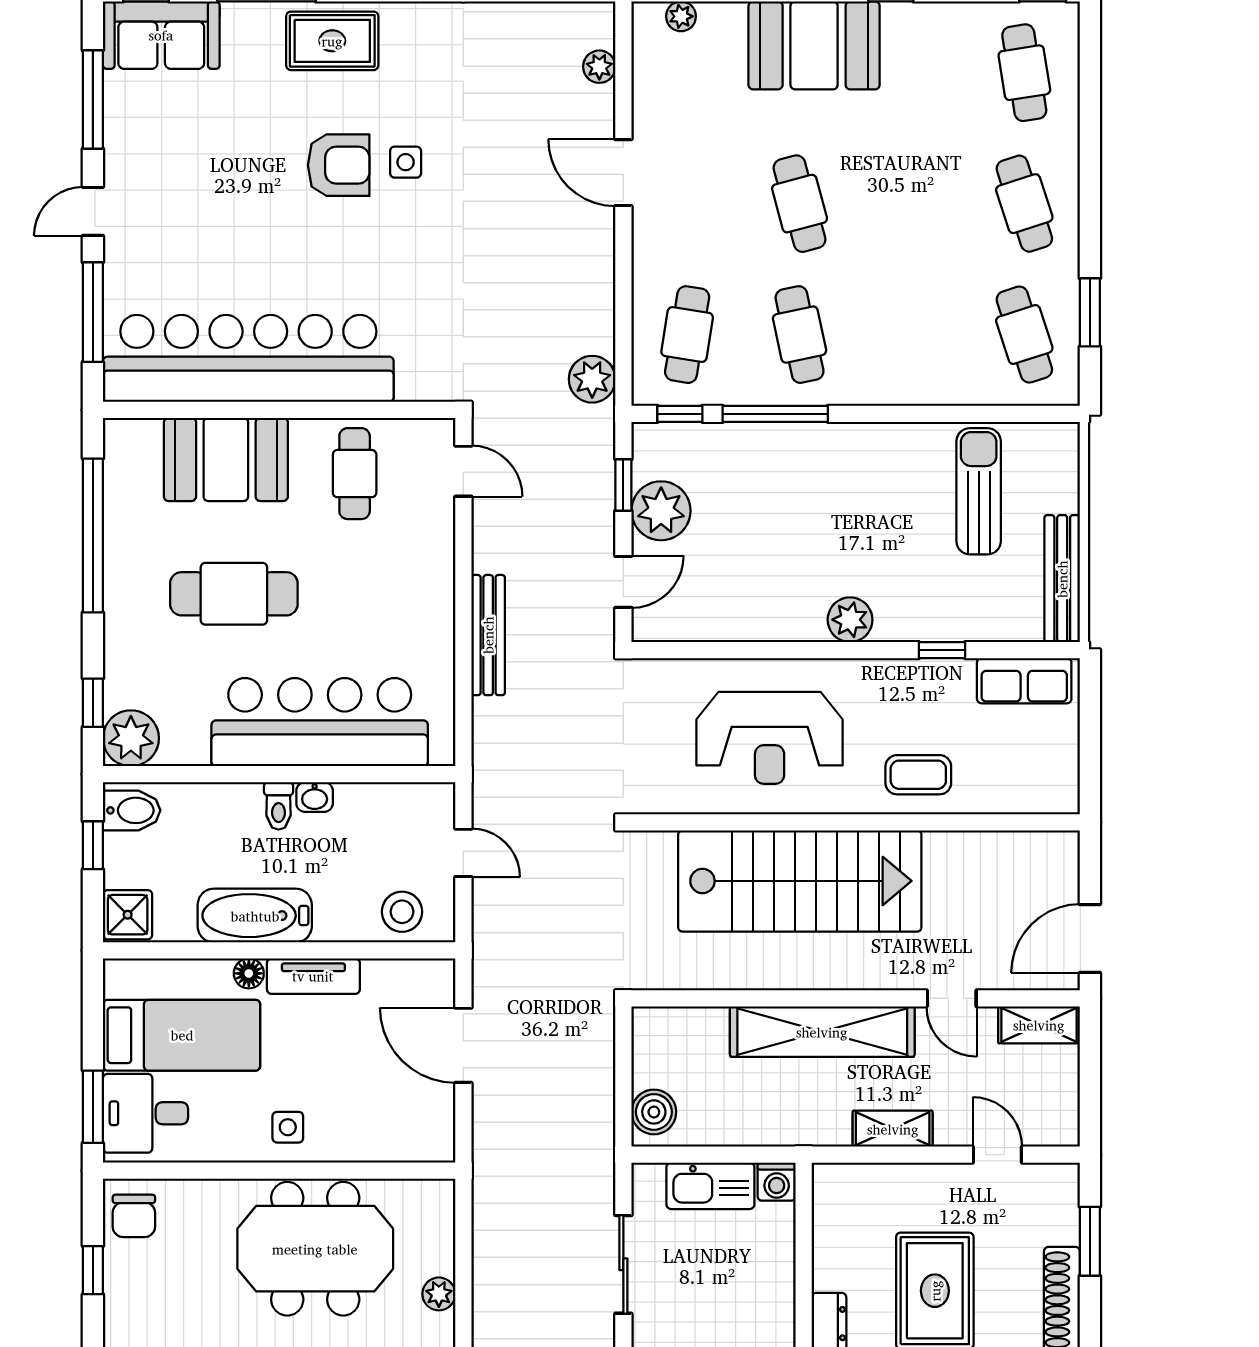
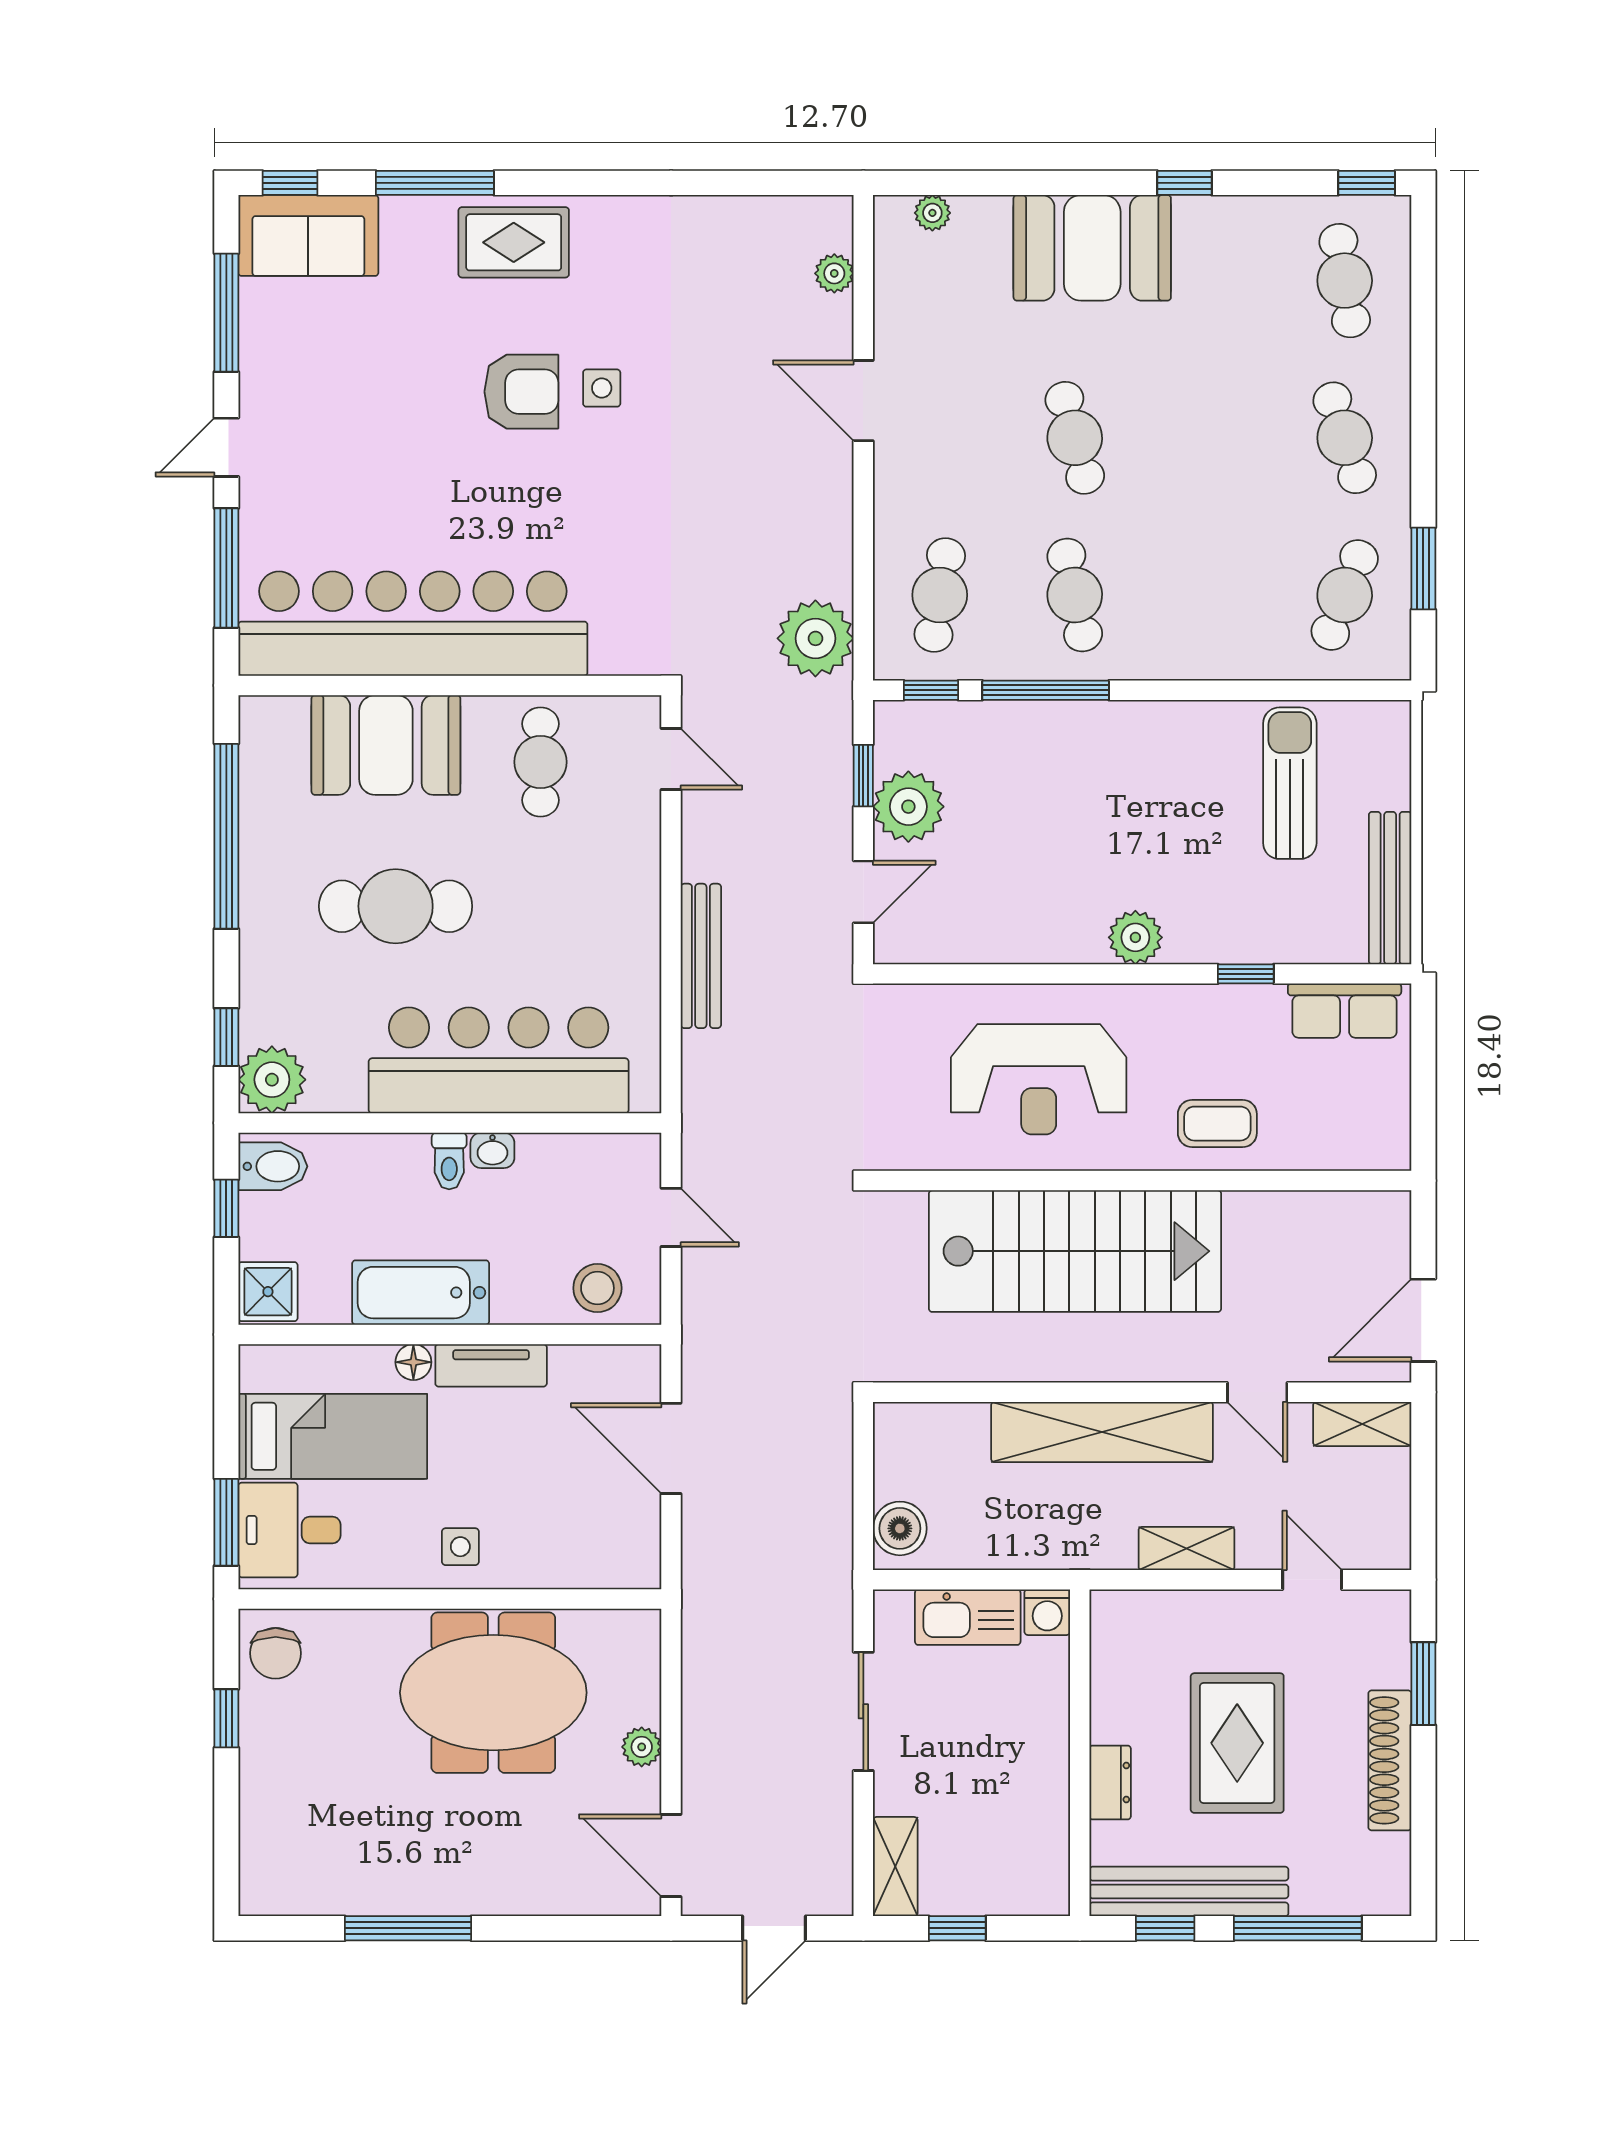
cafe table: (1024, 335) -> (1345, 595), turned 39
plant: (592, 379) -> (815, 638), width x1.36, depth x1.36

